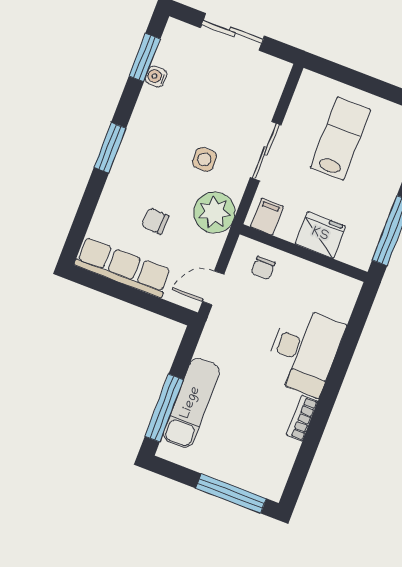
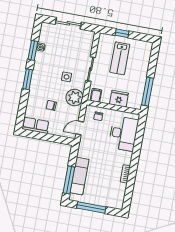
window: (145, 58) -> (33, 50), moved
window: (357, 80) -> (122, 33), added
lab bench: (340, 139) -> (120, 58), turned 180
row of seats: (123, 267) -> (36, 125), width x0.68
desk: (304, 351) -> (123, 134), moved
window: (231, 493) -> (91, 207), moved

